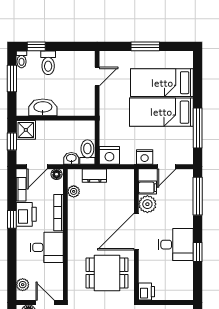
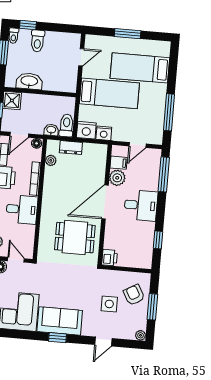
bed: (161, 112) -> (109, 93), moved, turned 180
nightstand: (145, 157) -> (104, 133), moved
desk: (176, 245) -> (141, 205), moved
window: (198, 252) -> (158, 240), moved

